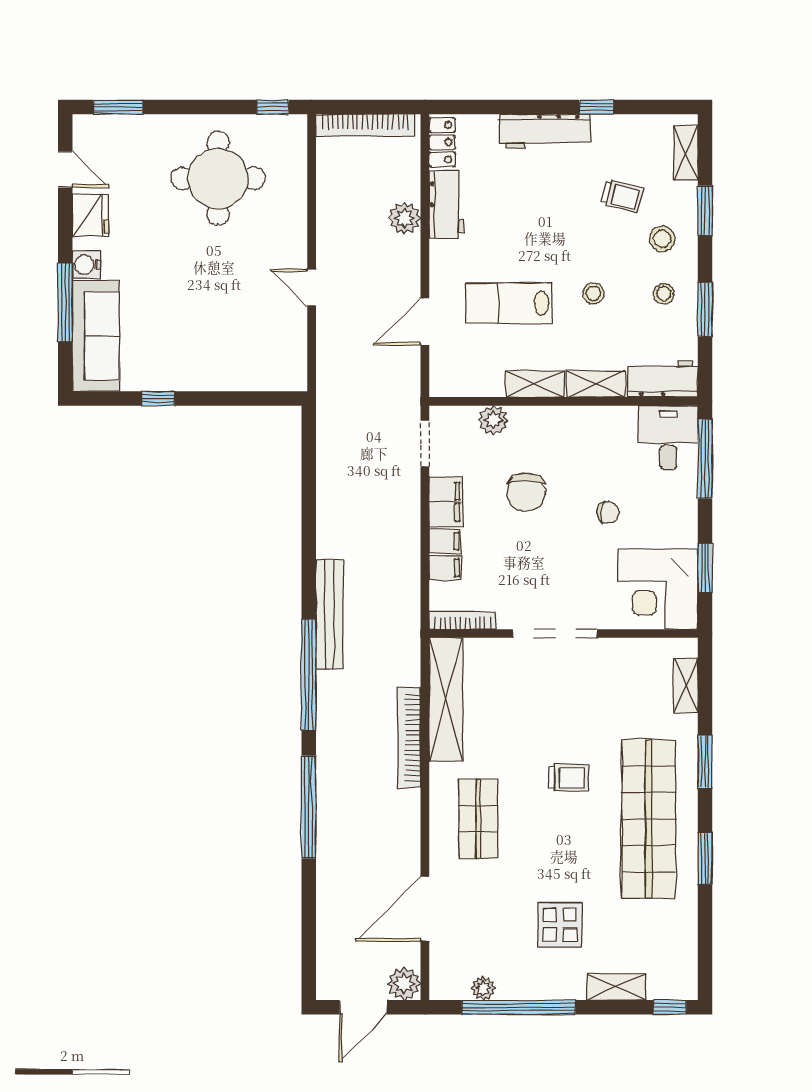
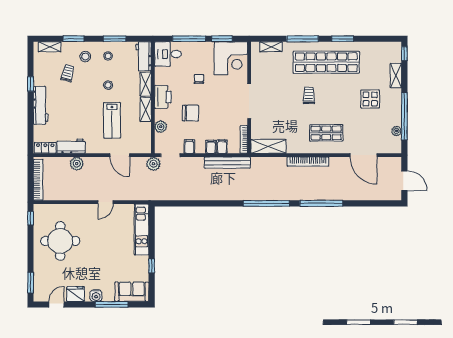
sofa: (96, 336) -> (132, 292), width x0.73
kitchen unit: (246, 374) -> (142, 229), added
printer: (565, 425) -> (163, 97), added
window: (705, 459) -> (189, 39), moved
filing cabinet: (446, 502) -> (189, 146), width x0.50
bench: (329, 614) -> (227, 163), moved
shelving: (446, 699) -> (268, 146), width x0.68
bookcase: (409, 737) -> (308, 162), moved
window: (705, 762) -> (302, 39), width x1.44
plant: (404, 984) -> (153, 164), moved

